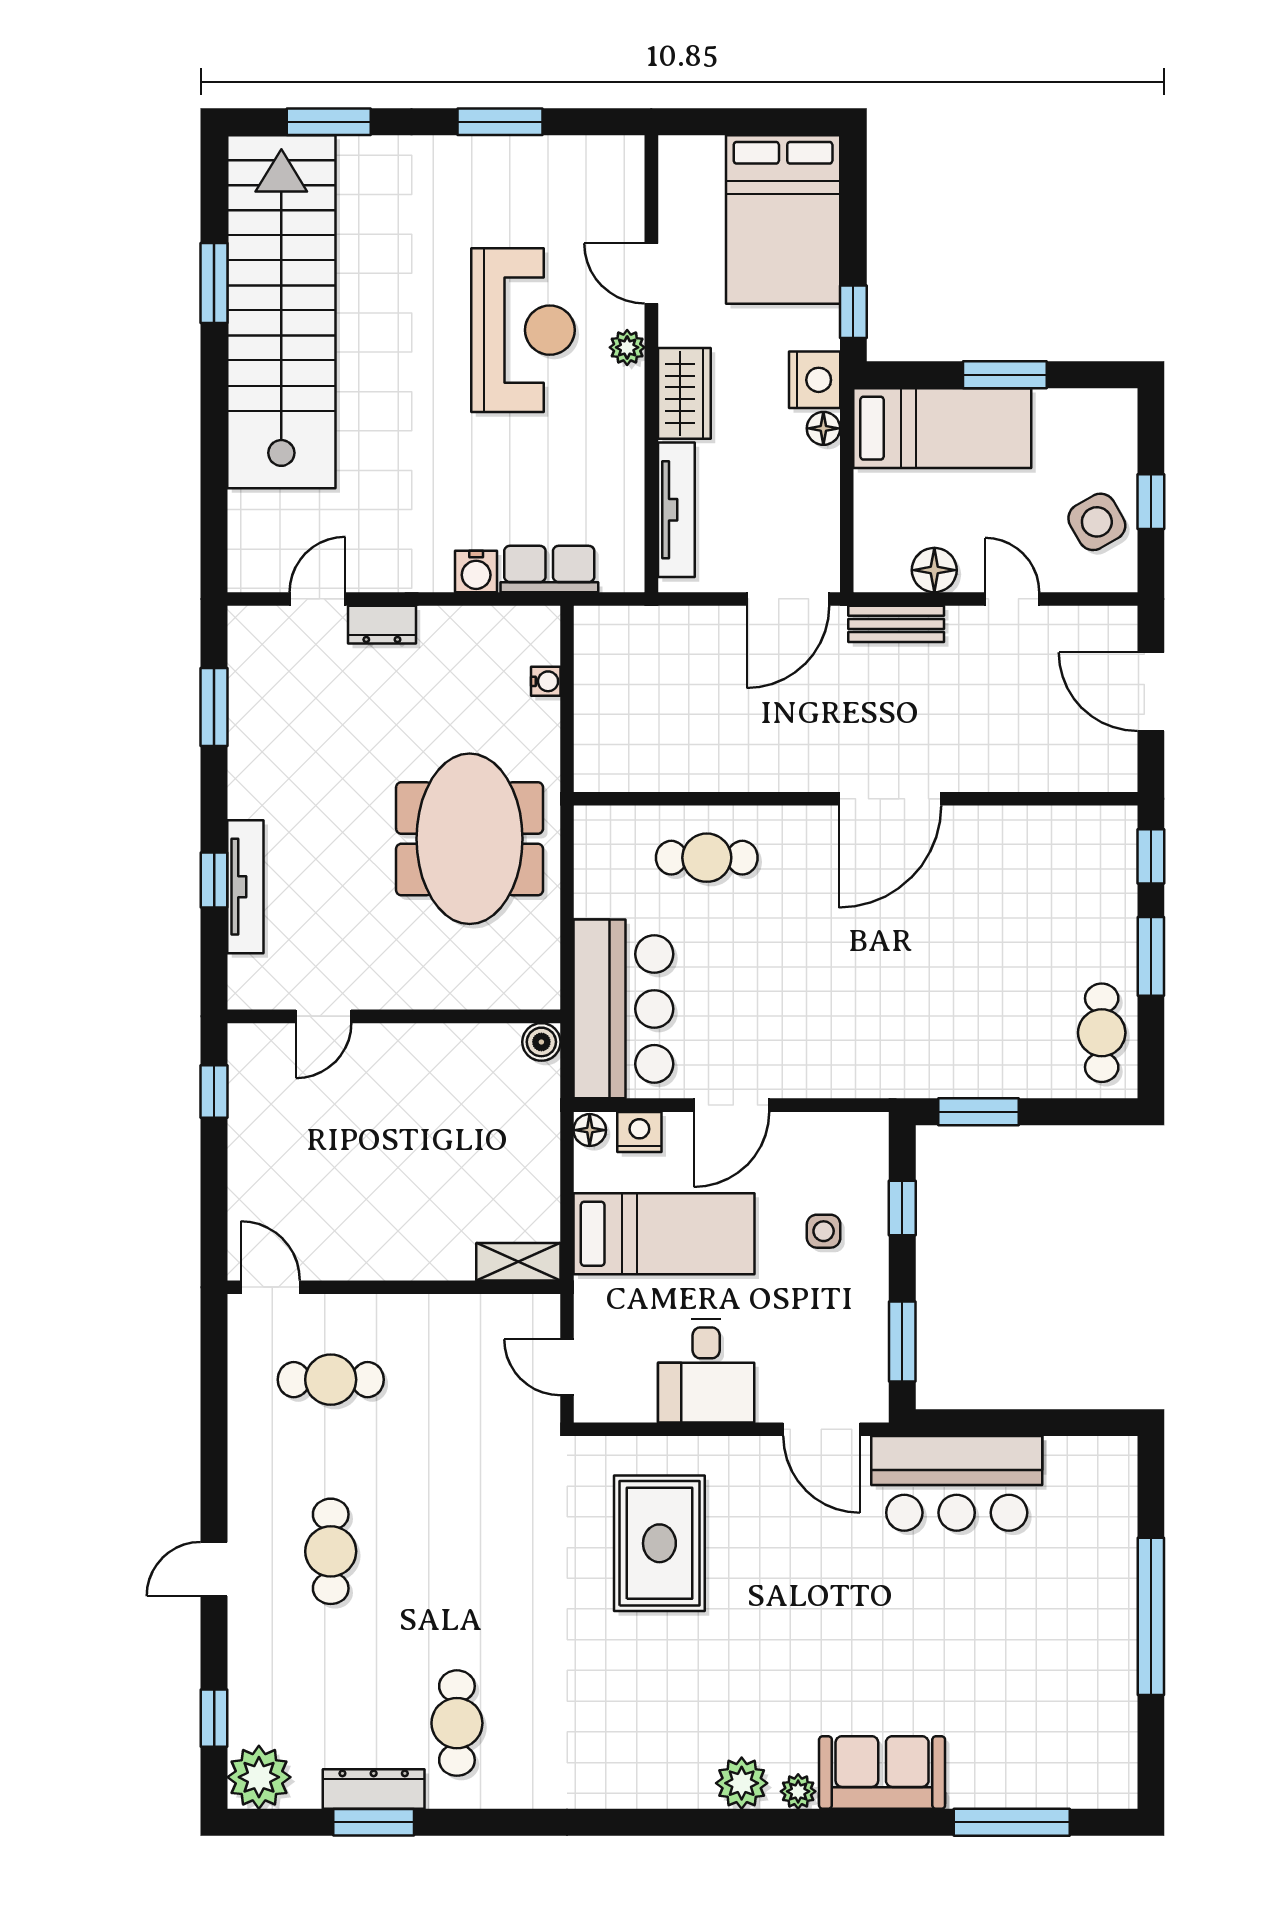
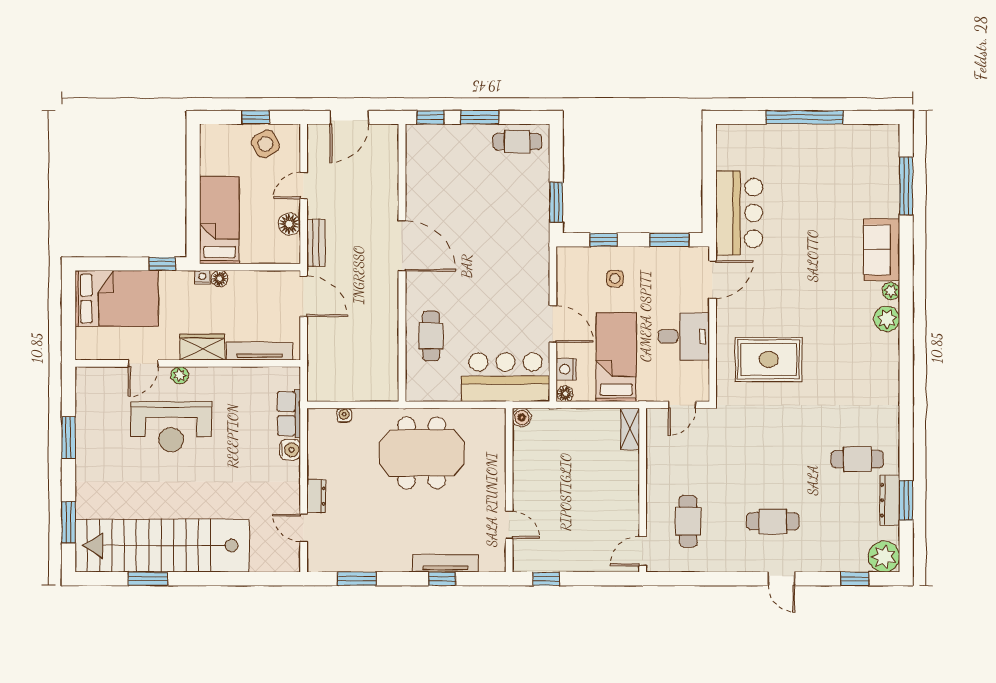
reception desk: (523, 330) -> (171, 427), turned 180
window: (1005, 375) -> (193, 189), removed
nightstand: (815, 380) -> (202, 277), width x0.53, depth x0.56

